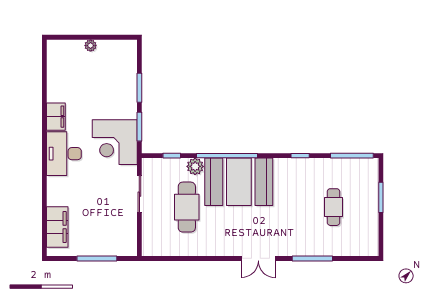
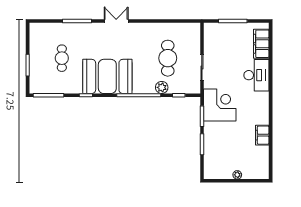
filing cabinet: (56, 117) -> (262, 135), moved
desk: (64, 154) -> (256, 75), moved
booth: (239, 182) -> (107, 76), moved

